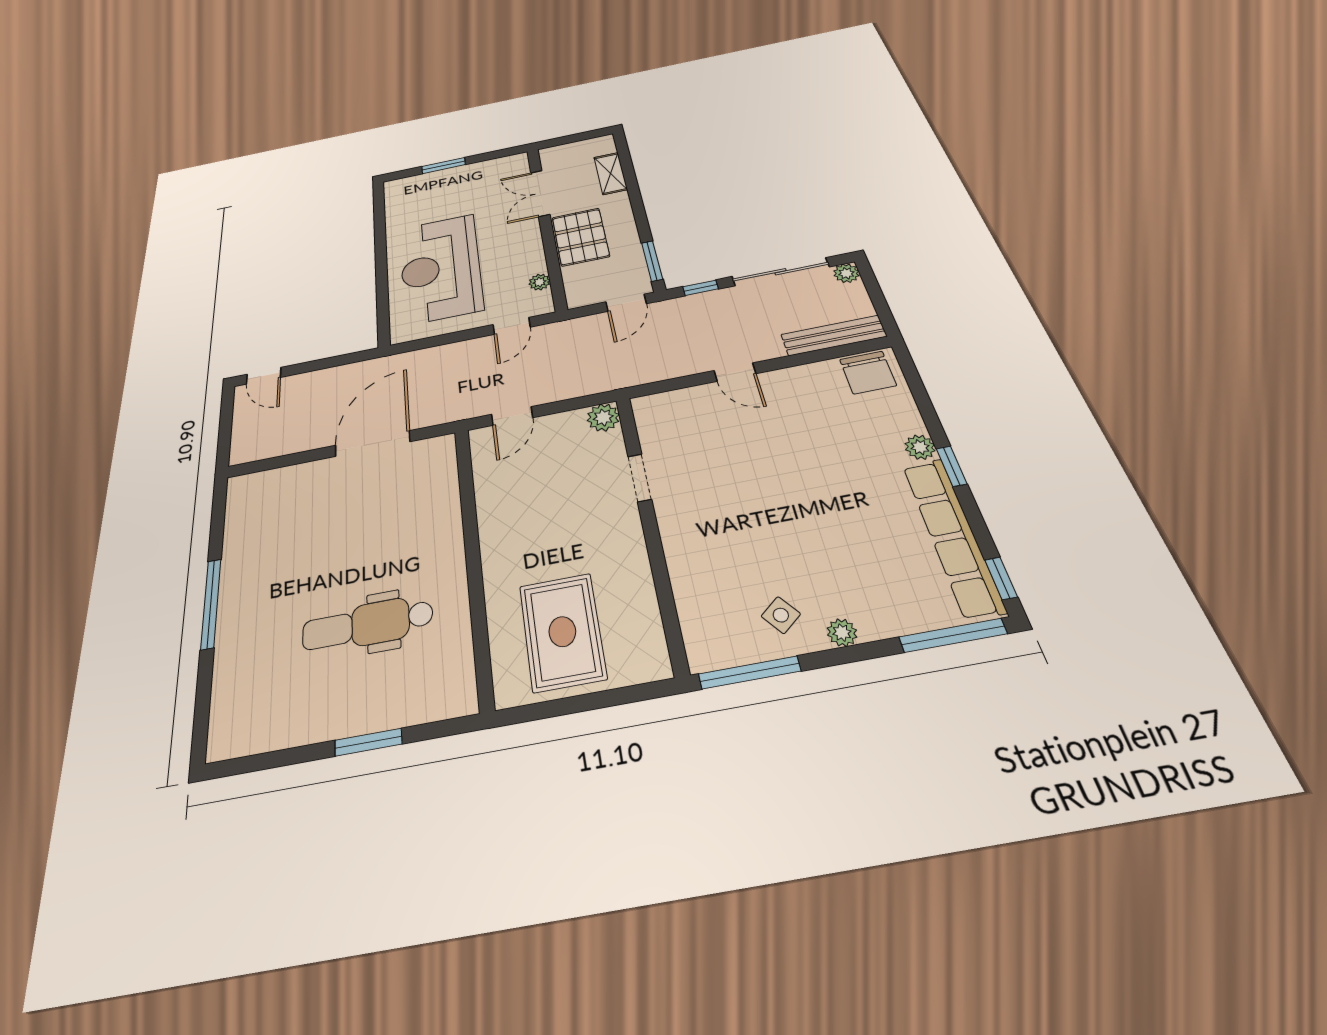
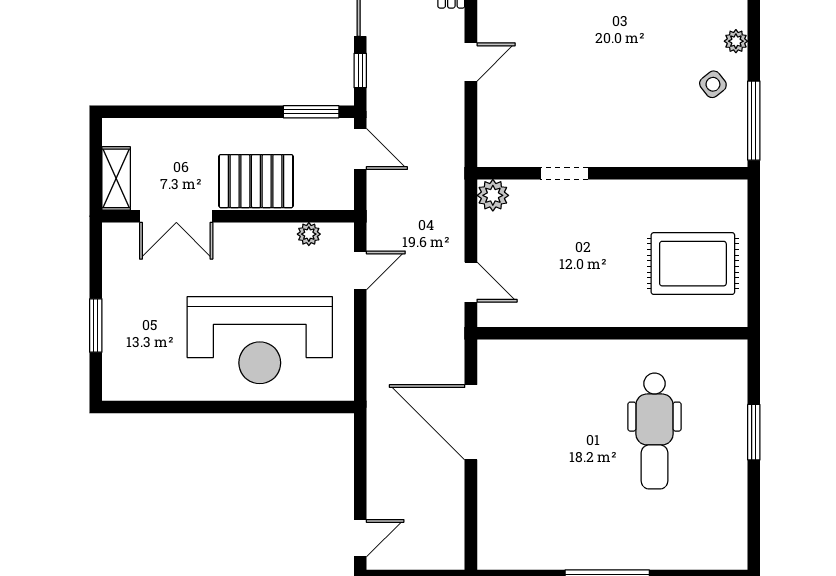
shelving: (611, 173) -> (116, 178), moved, turned 90
door: (512, 326) -> (360, 270), hinge flipped

